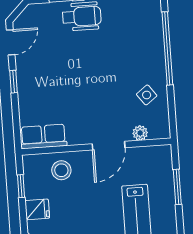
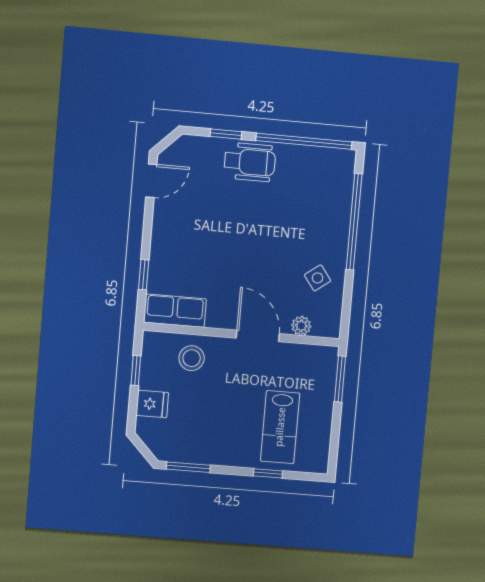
window: (14, 82) -> (144, 275), moved
door: (109, 146) -> (258, 336), swing flipped
window: (177, 187) -> (340, 379), moved

